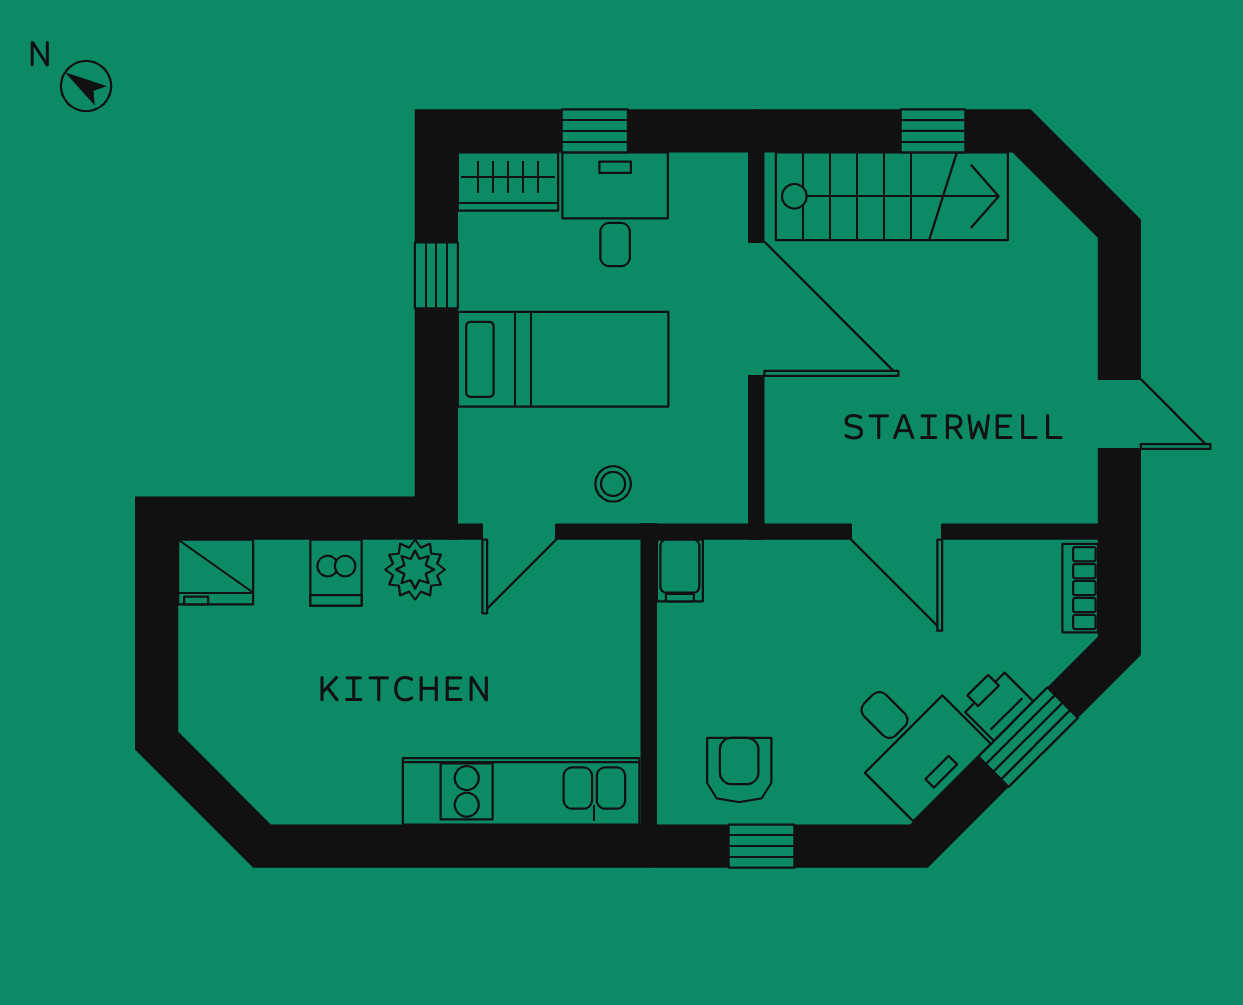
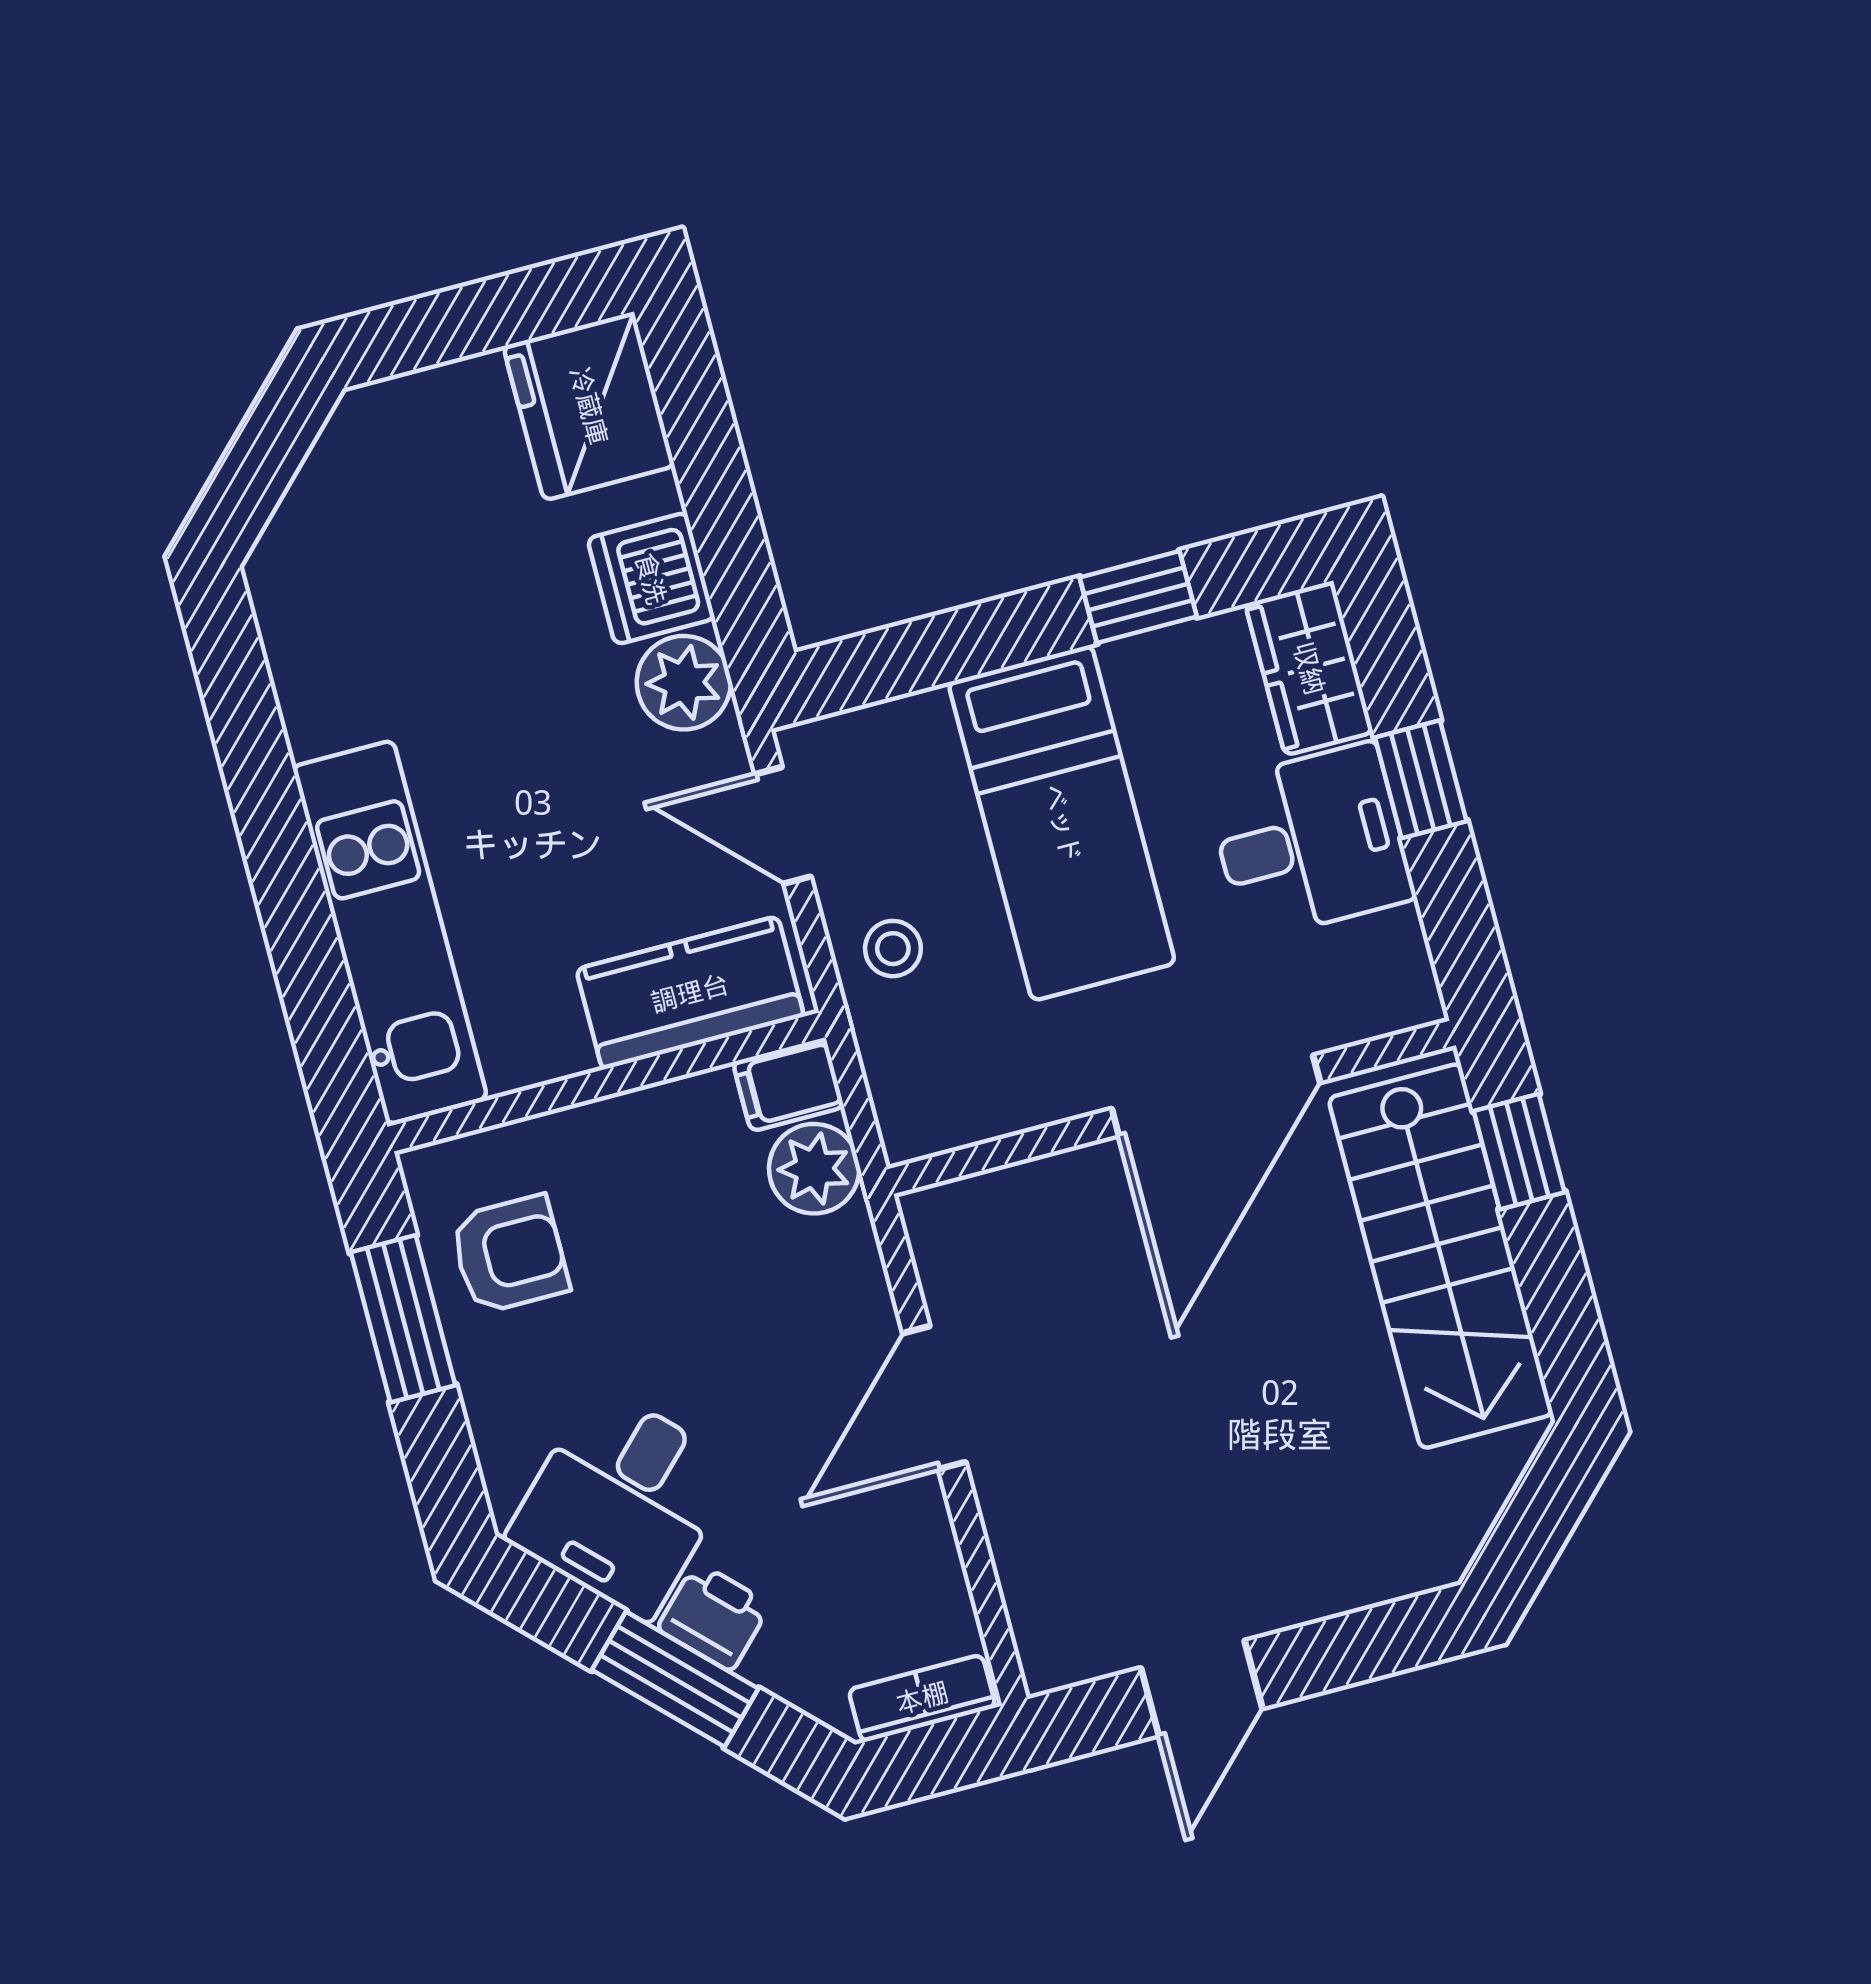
window: (933, 131) -> (1519, 1152), moved
plant: (736, 568) -> (814, 1169), added
fridge: (216, 572) -> (589, 406), width x1.36, depth x1.34
dishwasher: (336, 573) -> (651, 579), width x1.38
kitchen counter: (607, 616) -> (690, 993), added
window: (761, 846) -> (403, 1319), width x1.50

